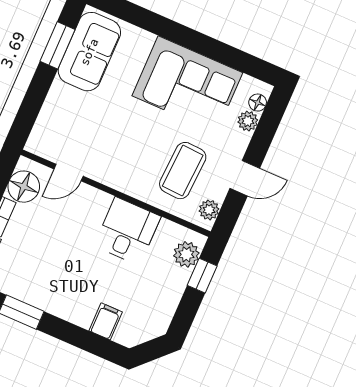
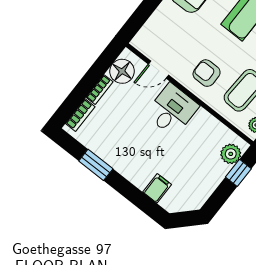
armchair: (130, 161) -> (207, 73), added
desk: (127, 231) -> (172, 110), moved

